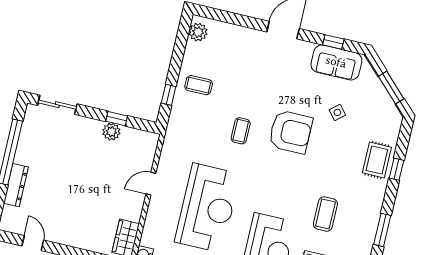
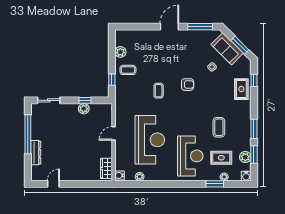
plant: (198, 32) -> (120, 52), moved
window: (333, 42) -> (200, 27), width x2.17
sofa: (336, 62) -> (227, 49), moved, turned 45
armchair: (290, 132) -> (188, 85), width x0.53, depth x0.53
window: (397, 169) -> (254, 80), moved
door: (33, 243) -> (53, 184), hinge flipped

